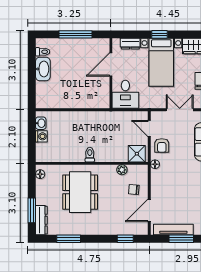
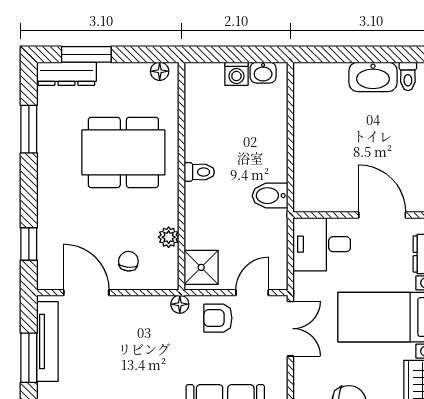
double door: (180, 110) -> (290, 329), moved
bidet: (101, 120) -> (270, 196), added

